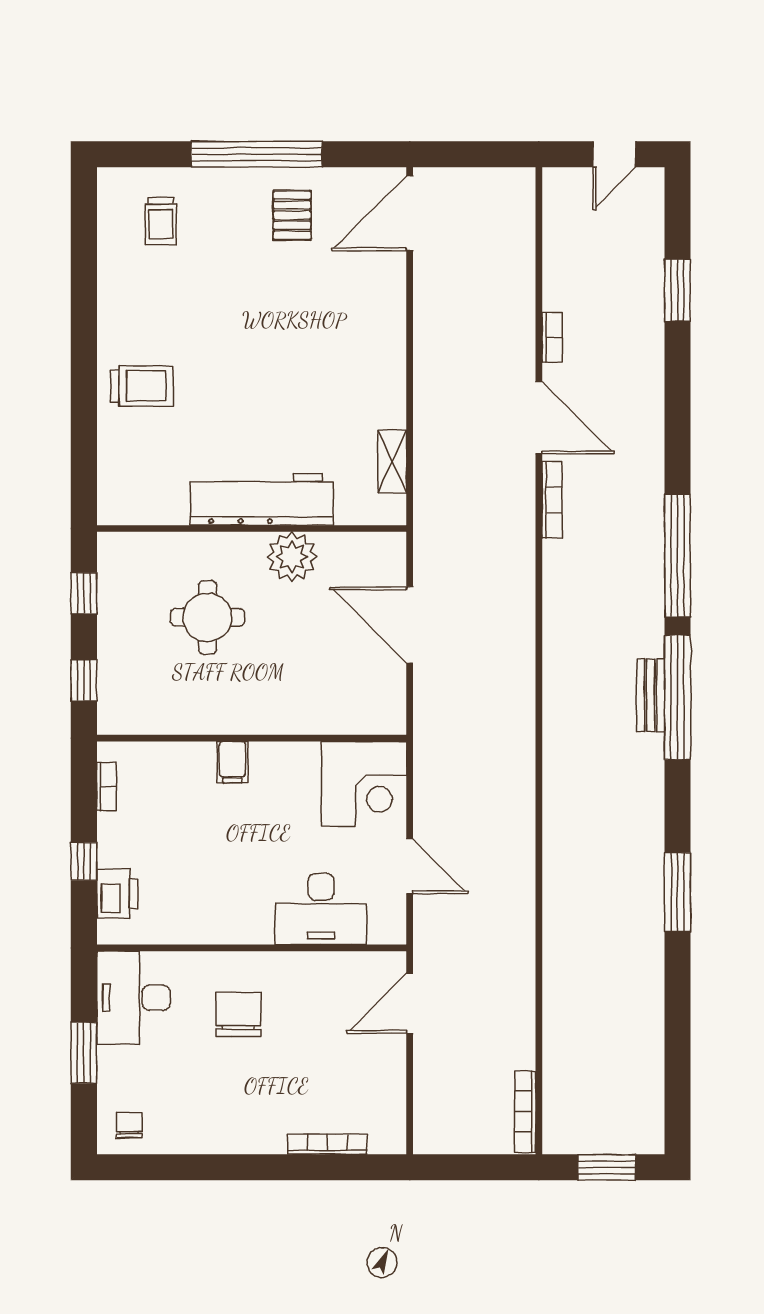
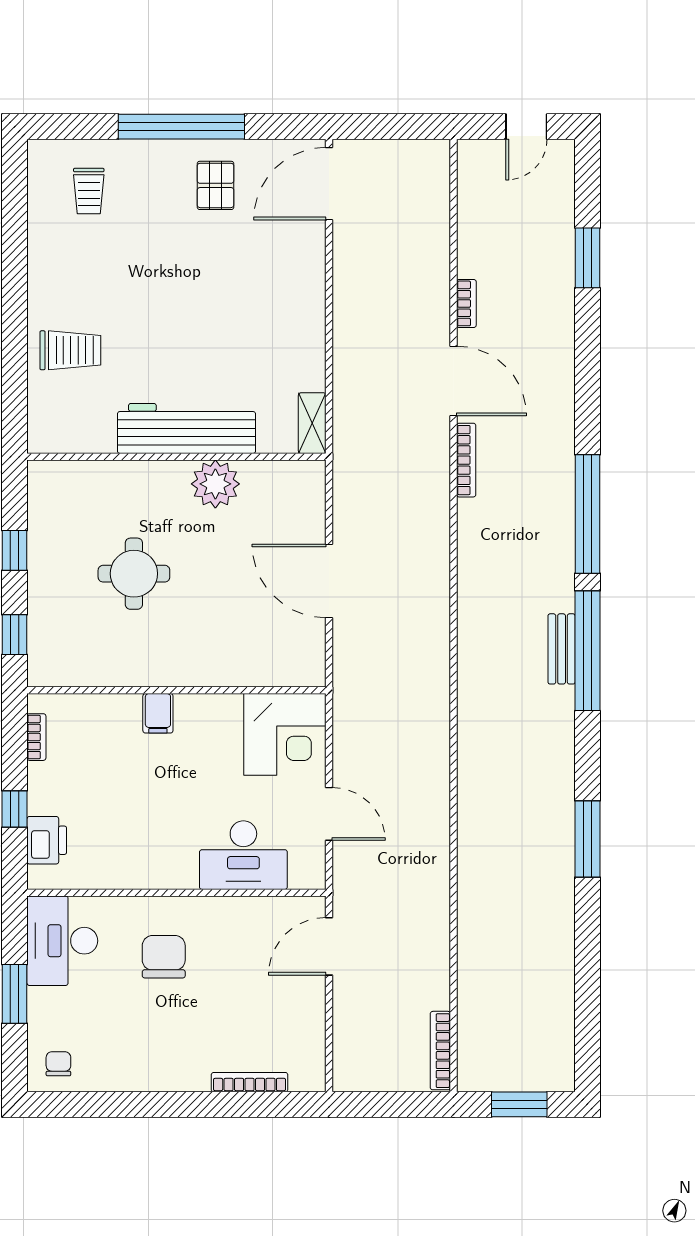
workbench: (262, 499) -> (186, 428), moved
wall: (252, 528) -> (176, 457), moved
plant: (292, 557) -> (215, 484), moved

